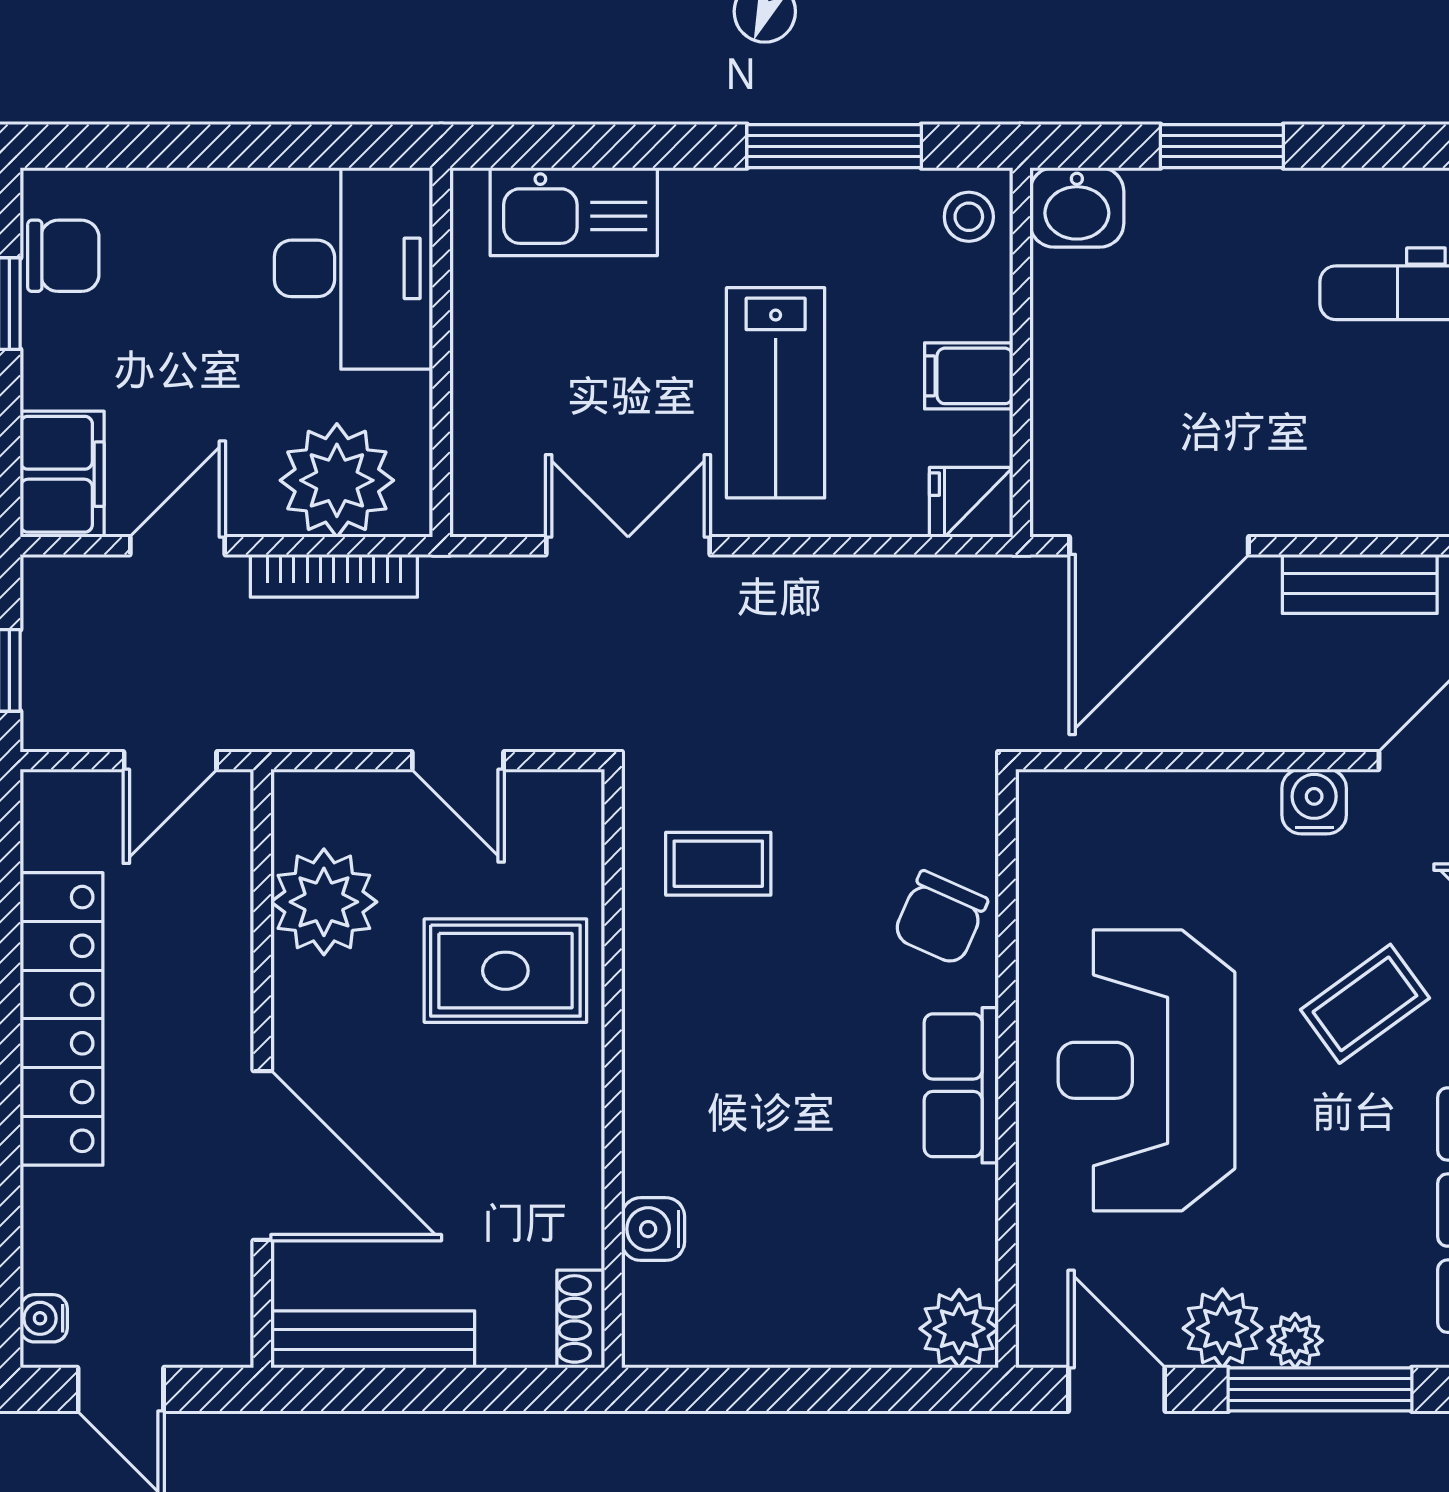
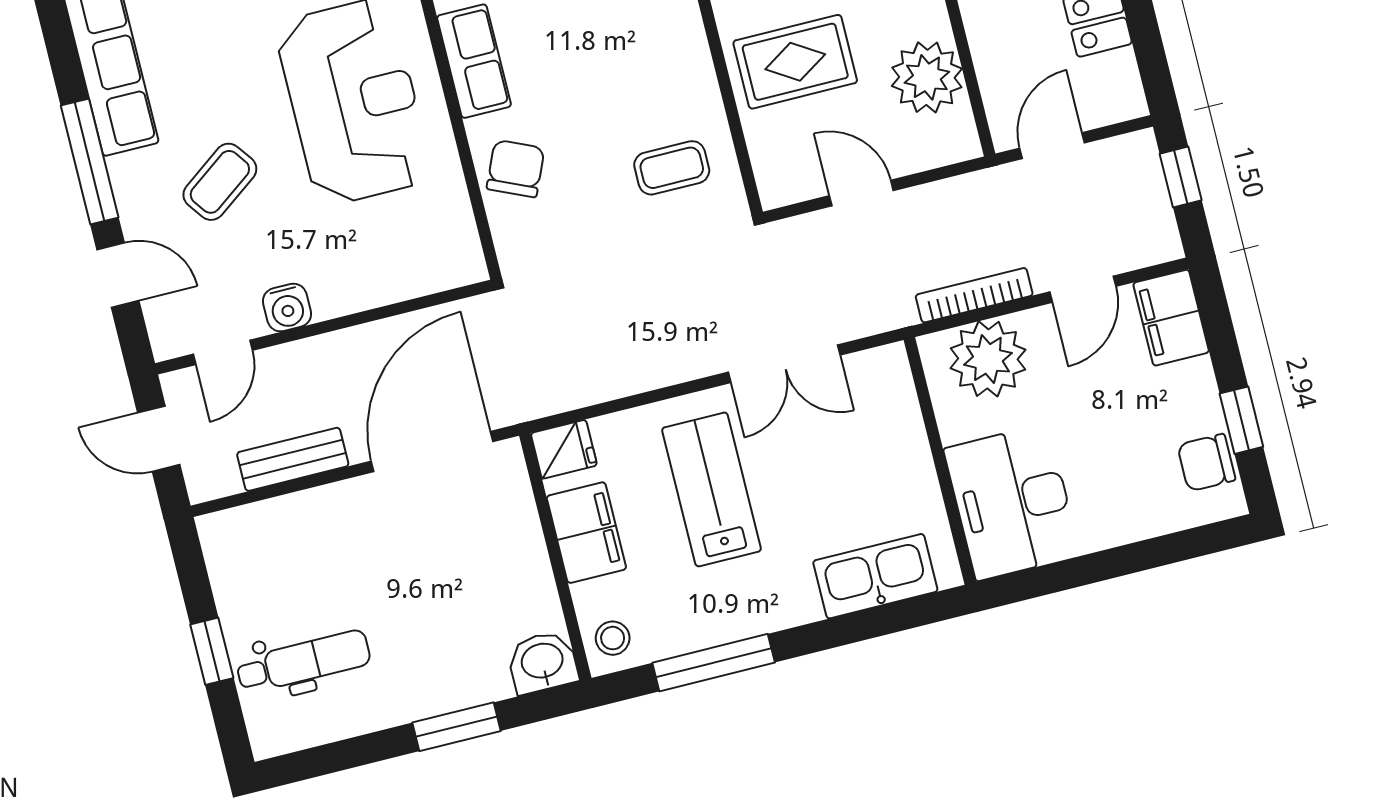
filing cabinet: (969, 376) -> (586, 533), width x2.00

